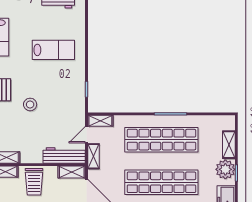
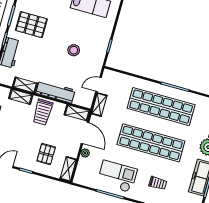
stool: (30, 104) -> (74, 50), moved
shelving: (100, 121) -> (114, 76), removed
workbench: (64, 155) -> (55, 92), moved

